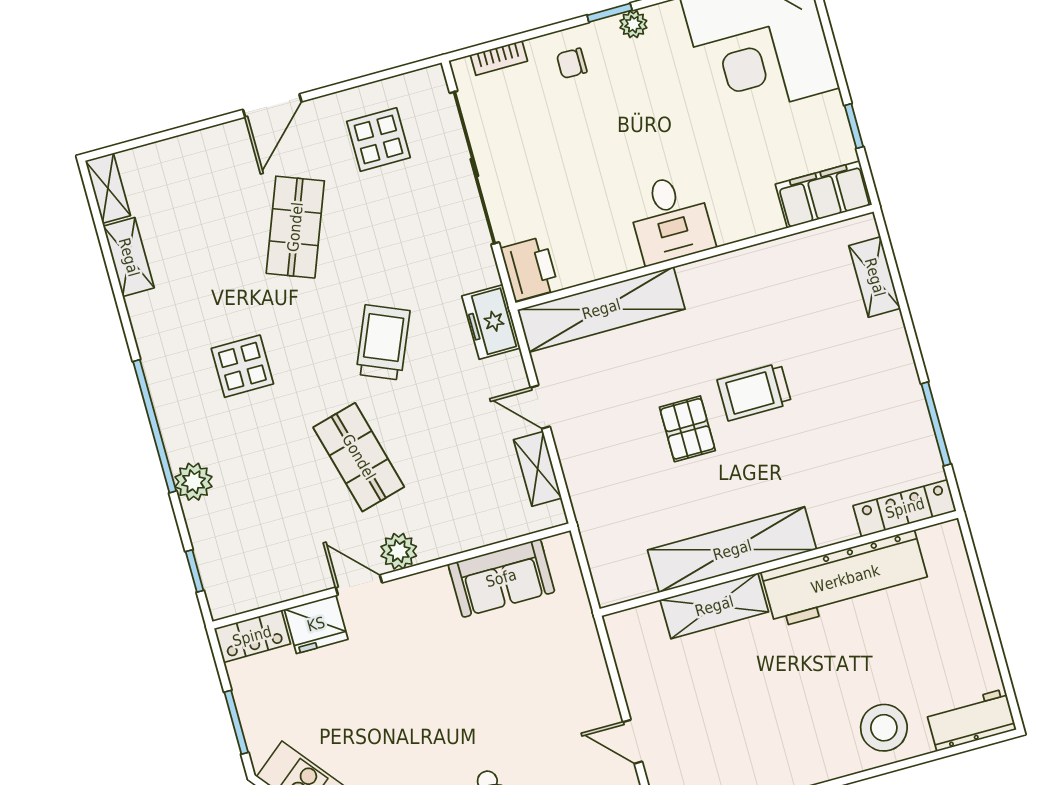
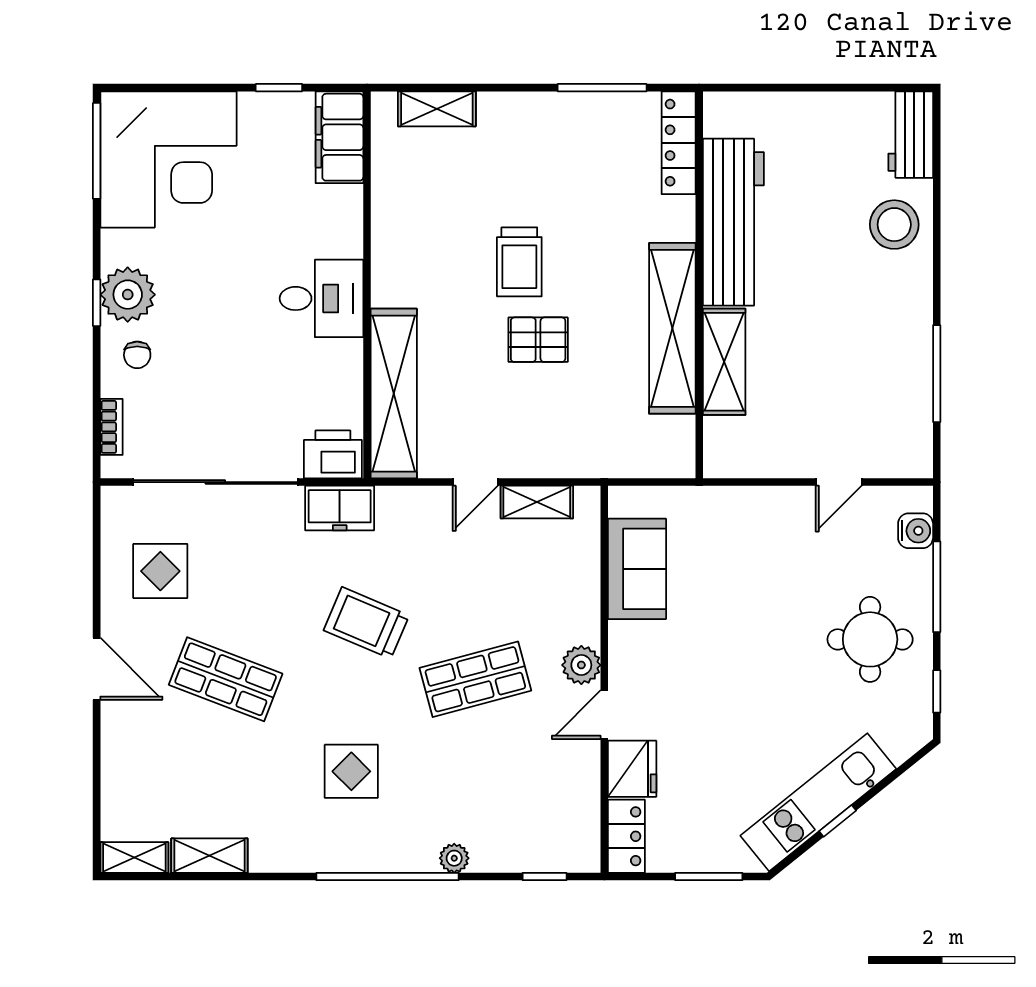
plant: (633, 24) -> (128, 295), width x1.87, depth x1.87
freezer: (491, 322) -> (340, 508), moved
plant: (193, 482) -> (454, 858), width x0.73, depth x0.73

